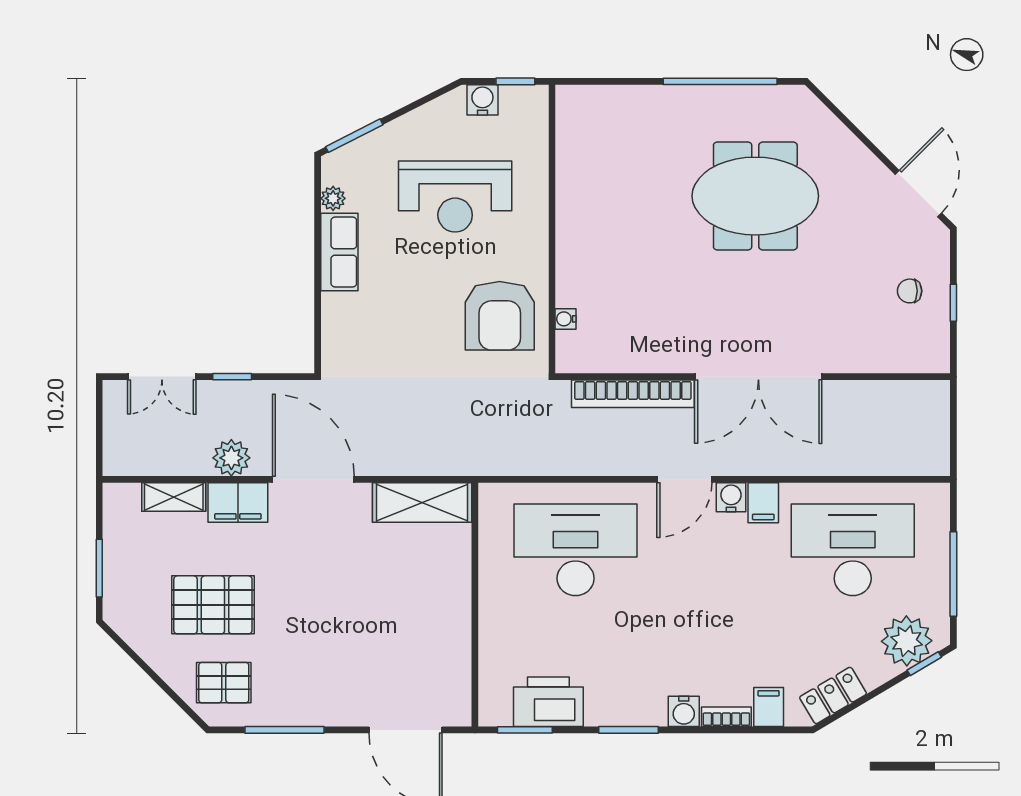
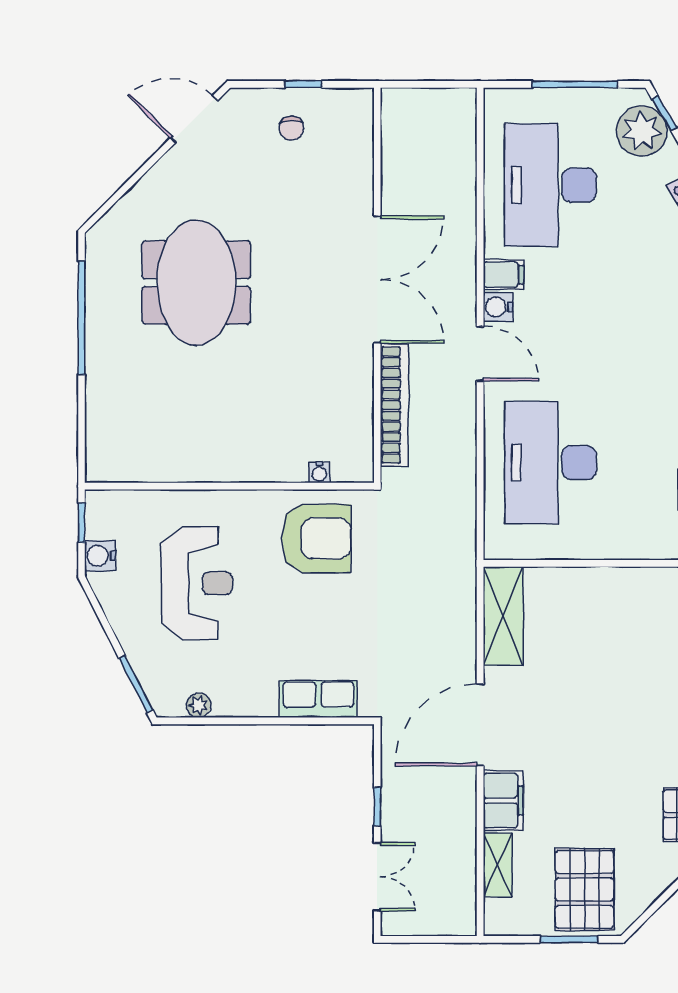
row of seats: (339, 252) -> (318, 699), moved
plant: (231, 458) -> (458, 807), removed
pallet: (213, 605) -> (585, 889), moved

